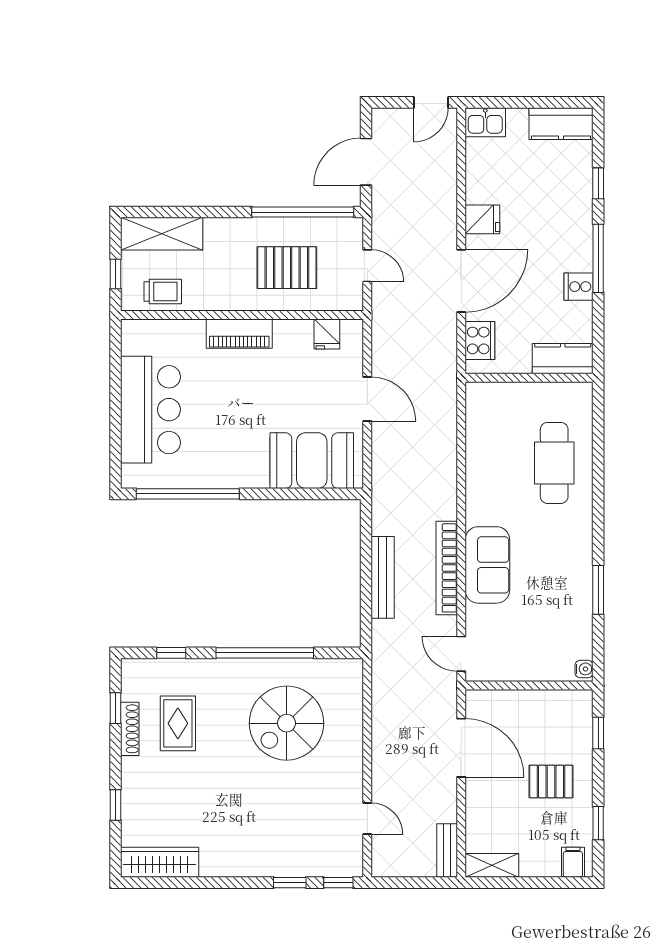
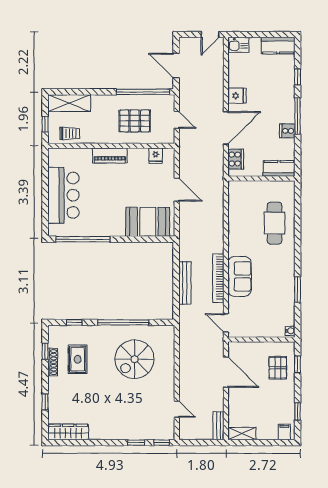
door: (366, 162) -> (176, 66), hinge flipped
pallet: (551, 782) -> (278, 368), moved, turned 90

